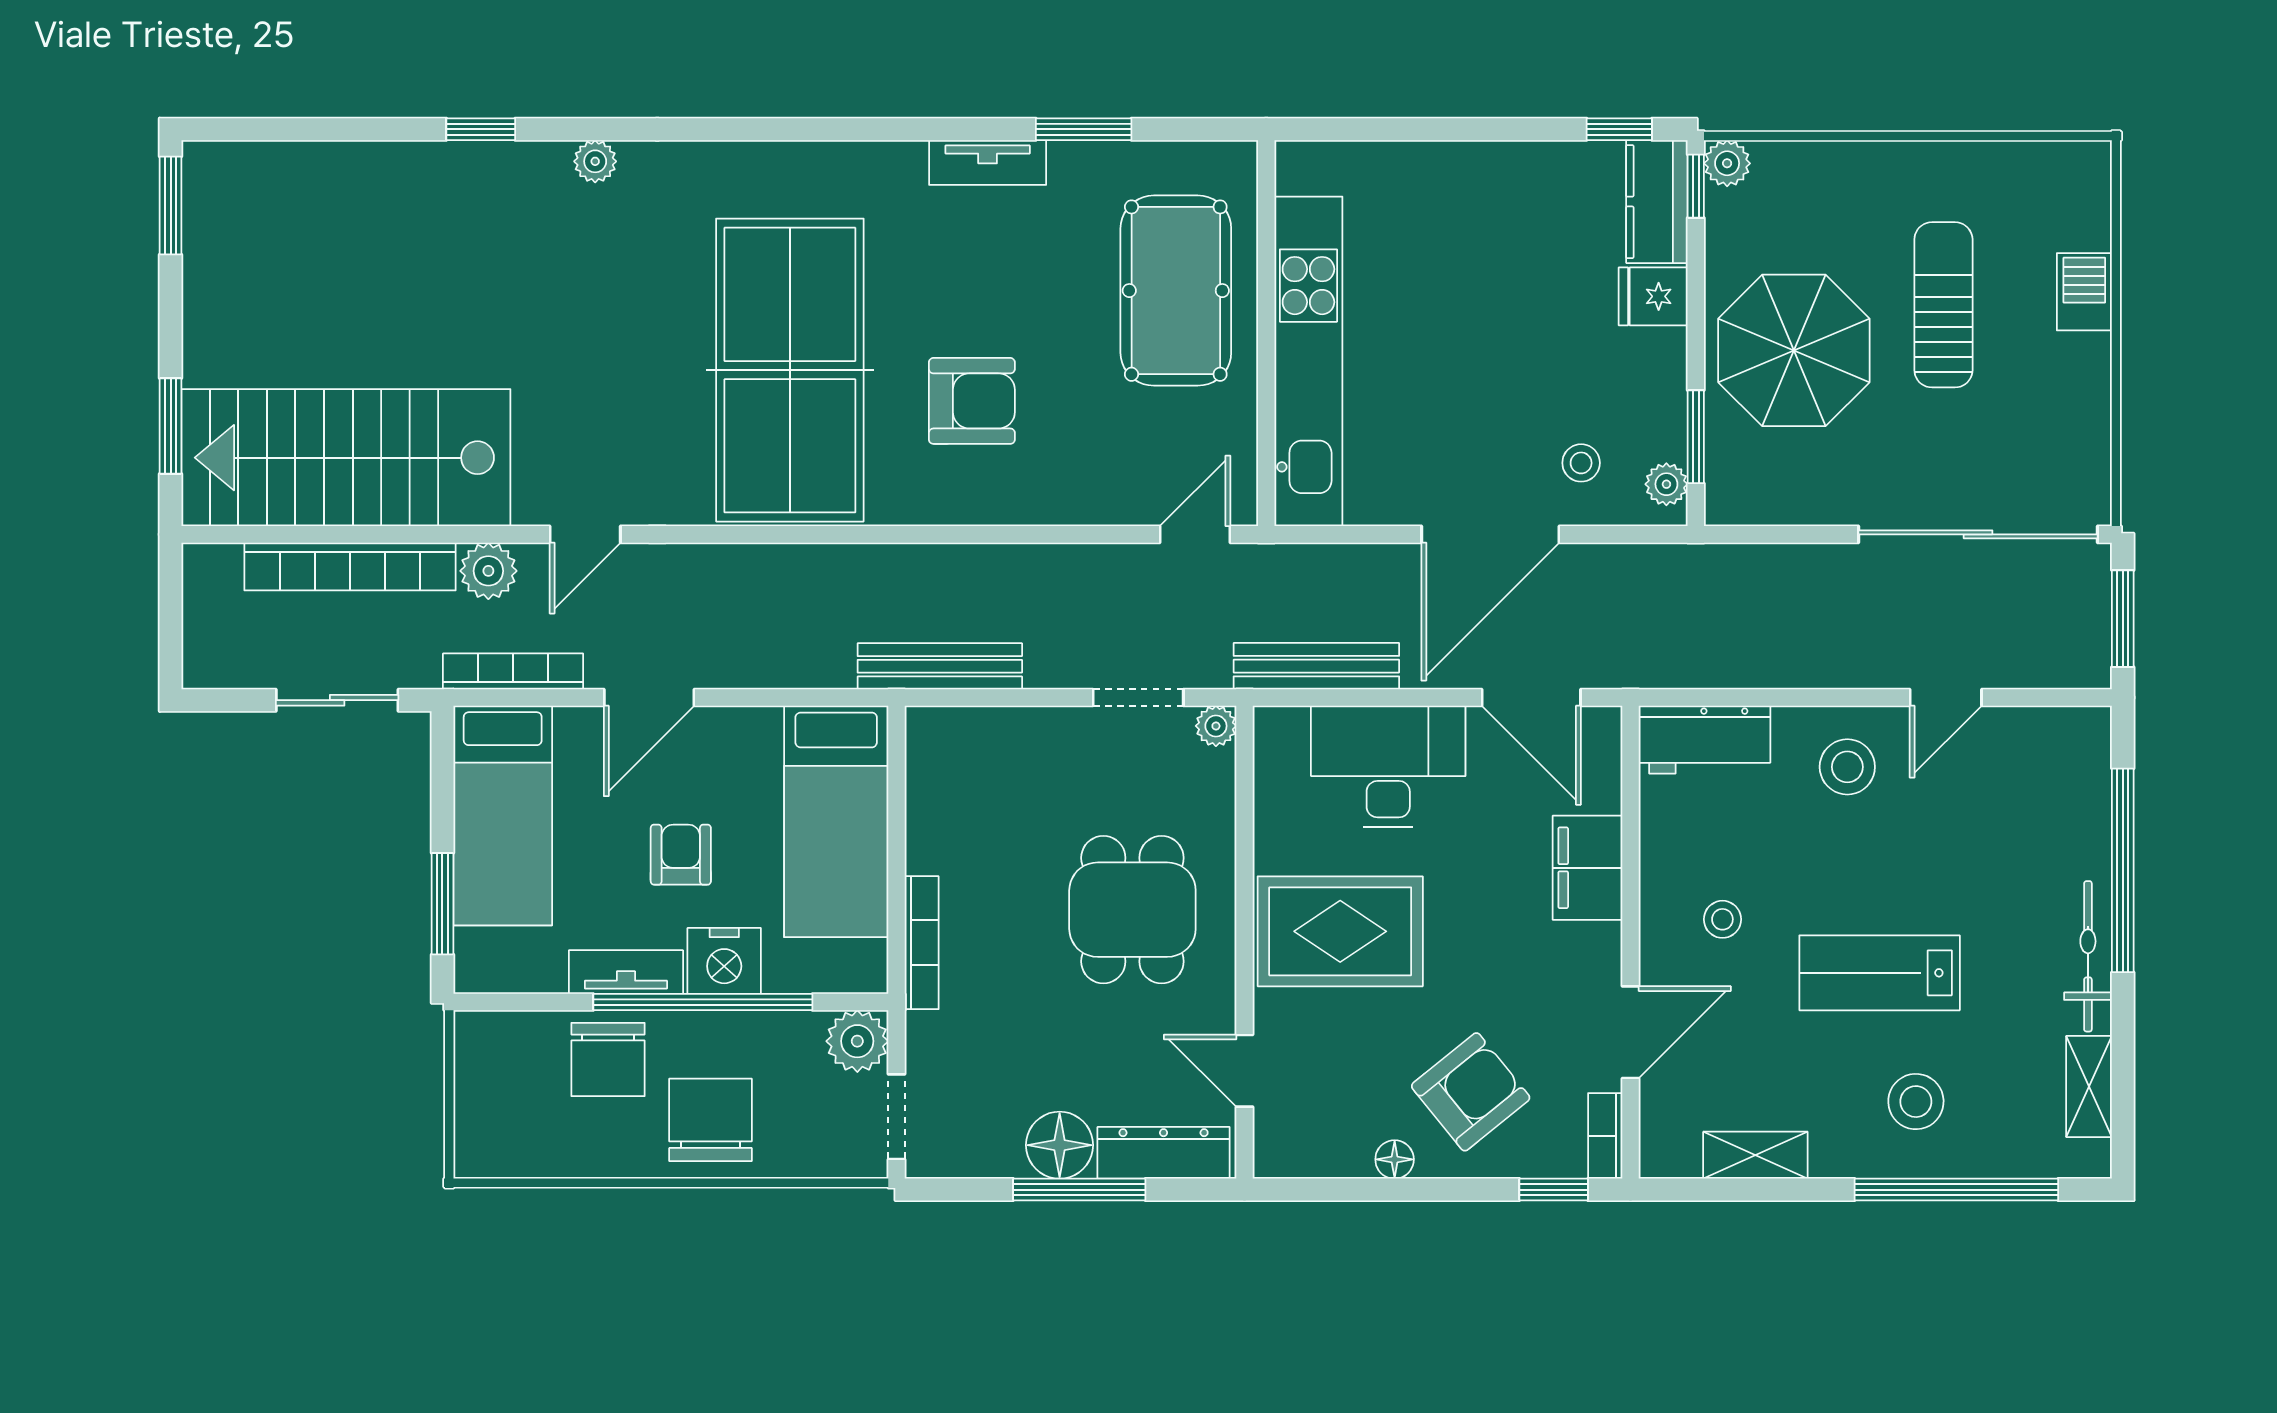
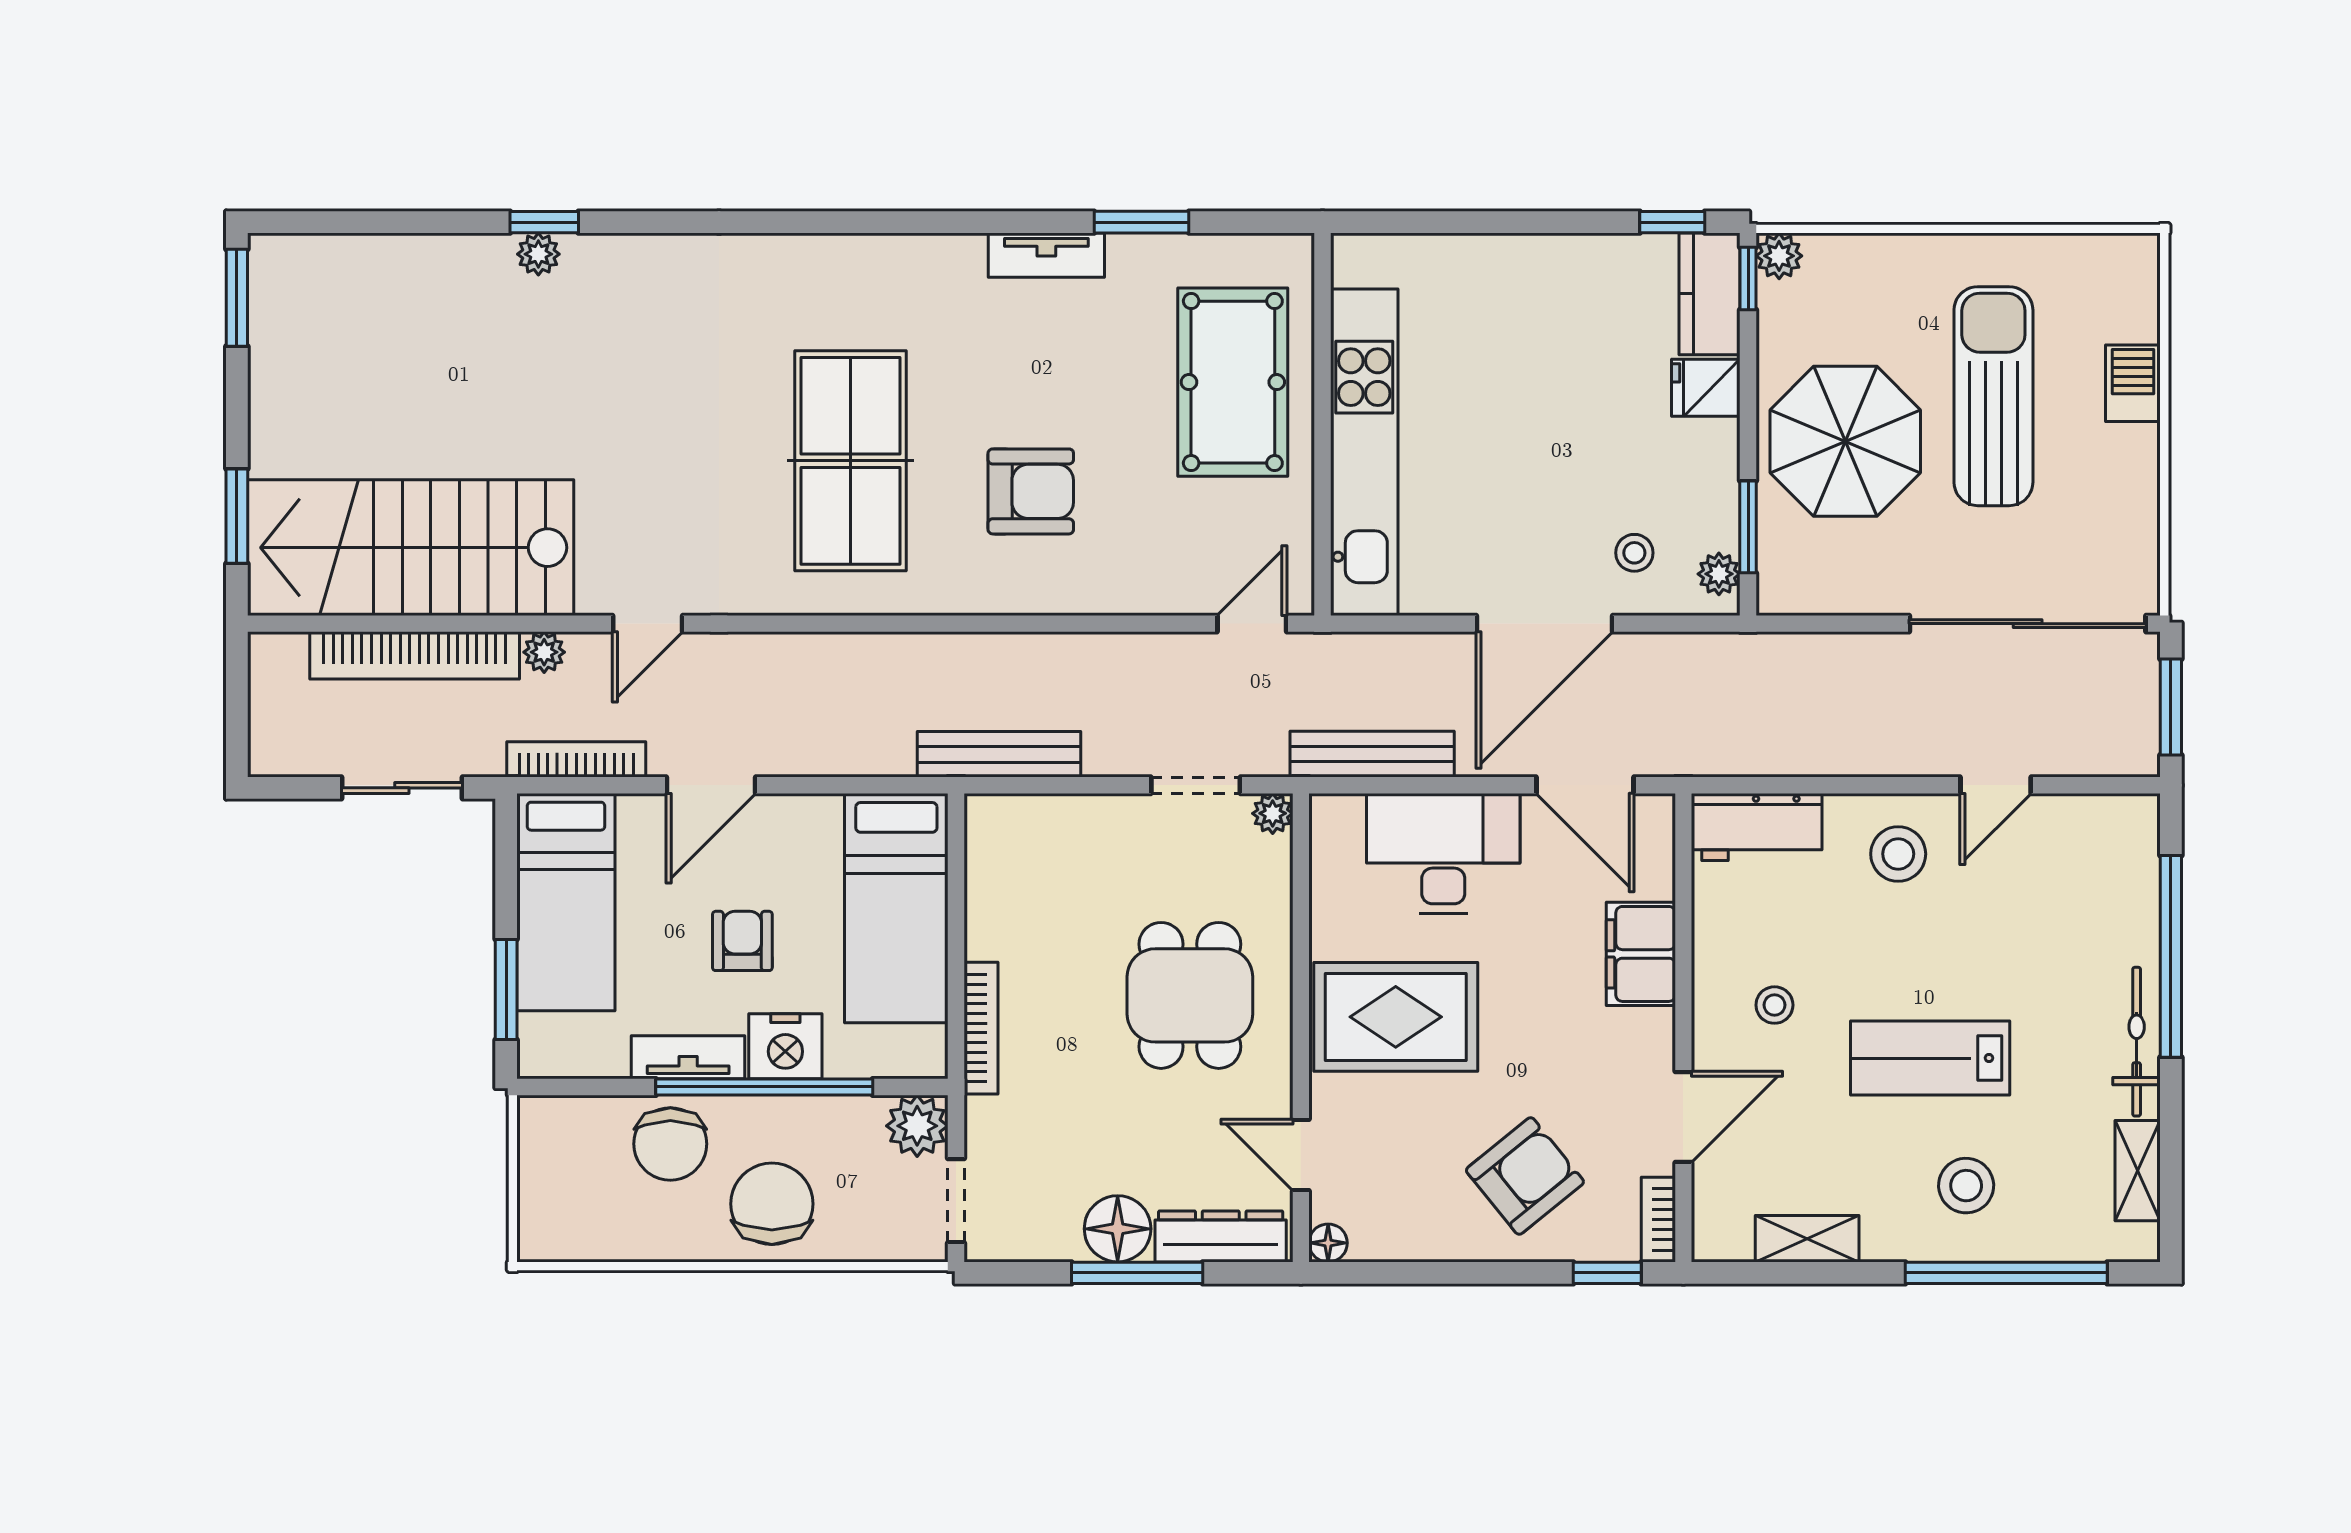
plant: (595, 161) -> (538, 254), moved
sun lounger: (1943, 305) -> (1993, 396), width x1.36, depth x1.34
table tennis table: (790, 370) -> (850, 461), width x0.73, depth x0.76
plant: (488, 571) -> (544, 652), width x0.73, depth x0.73
floor lamp: (1395, 1159) -> (1328, 1243), moved

